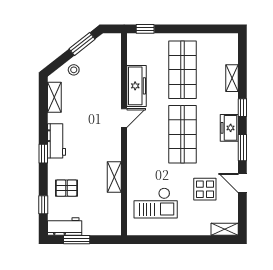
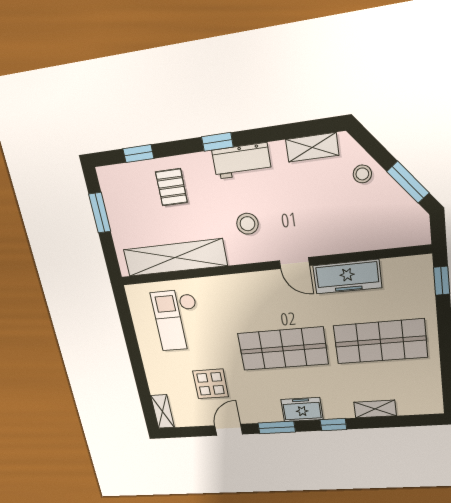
stool: (95, 144) -> (247, 224), added
shelving: (114, 177) -> (175, 258), width x2.20, depth x1.33
workbench: (65, 226) -> (114, 192), removed

